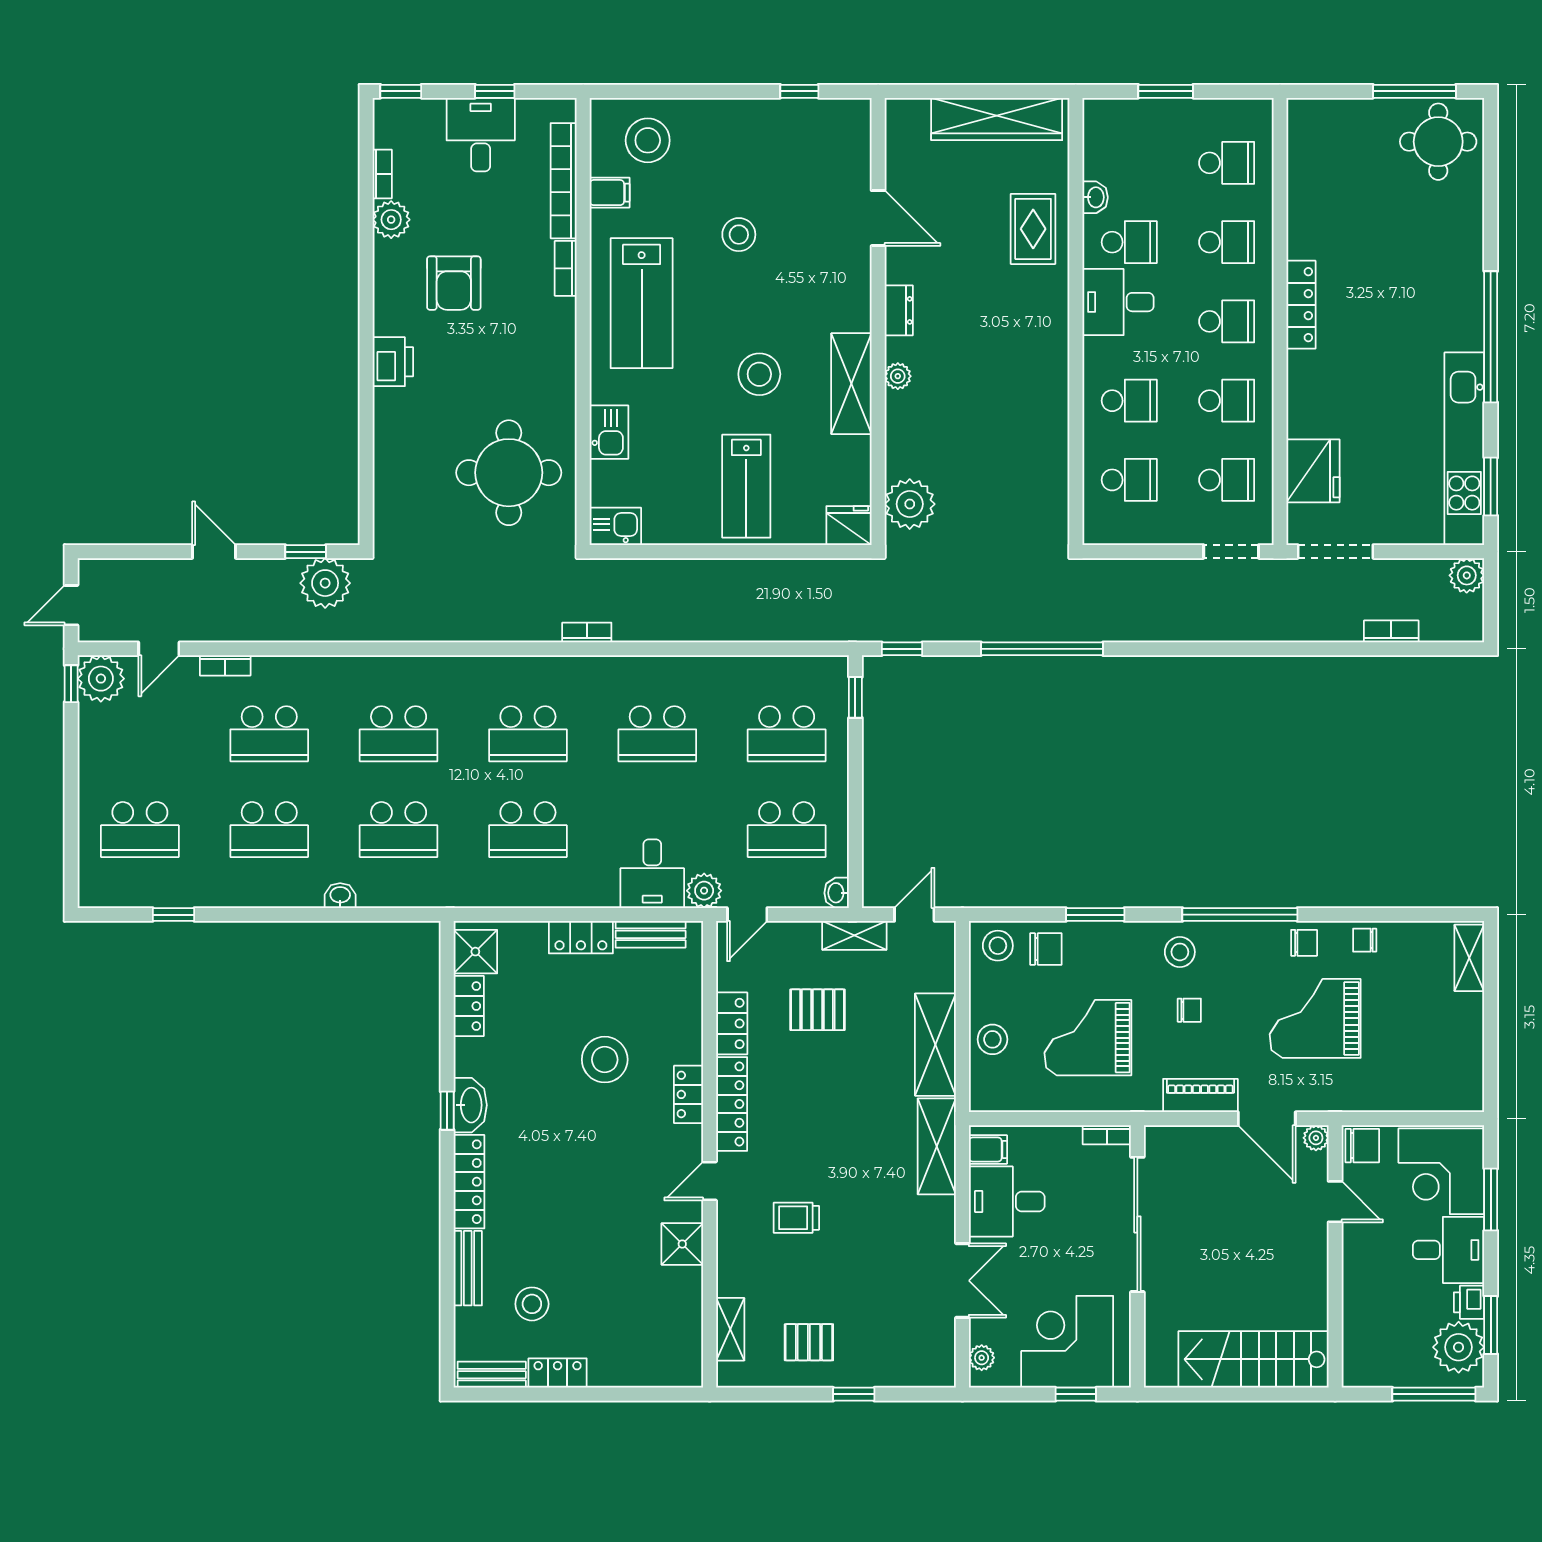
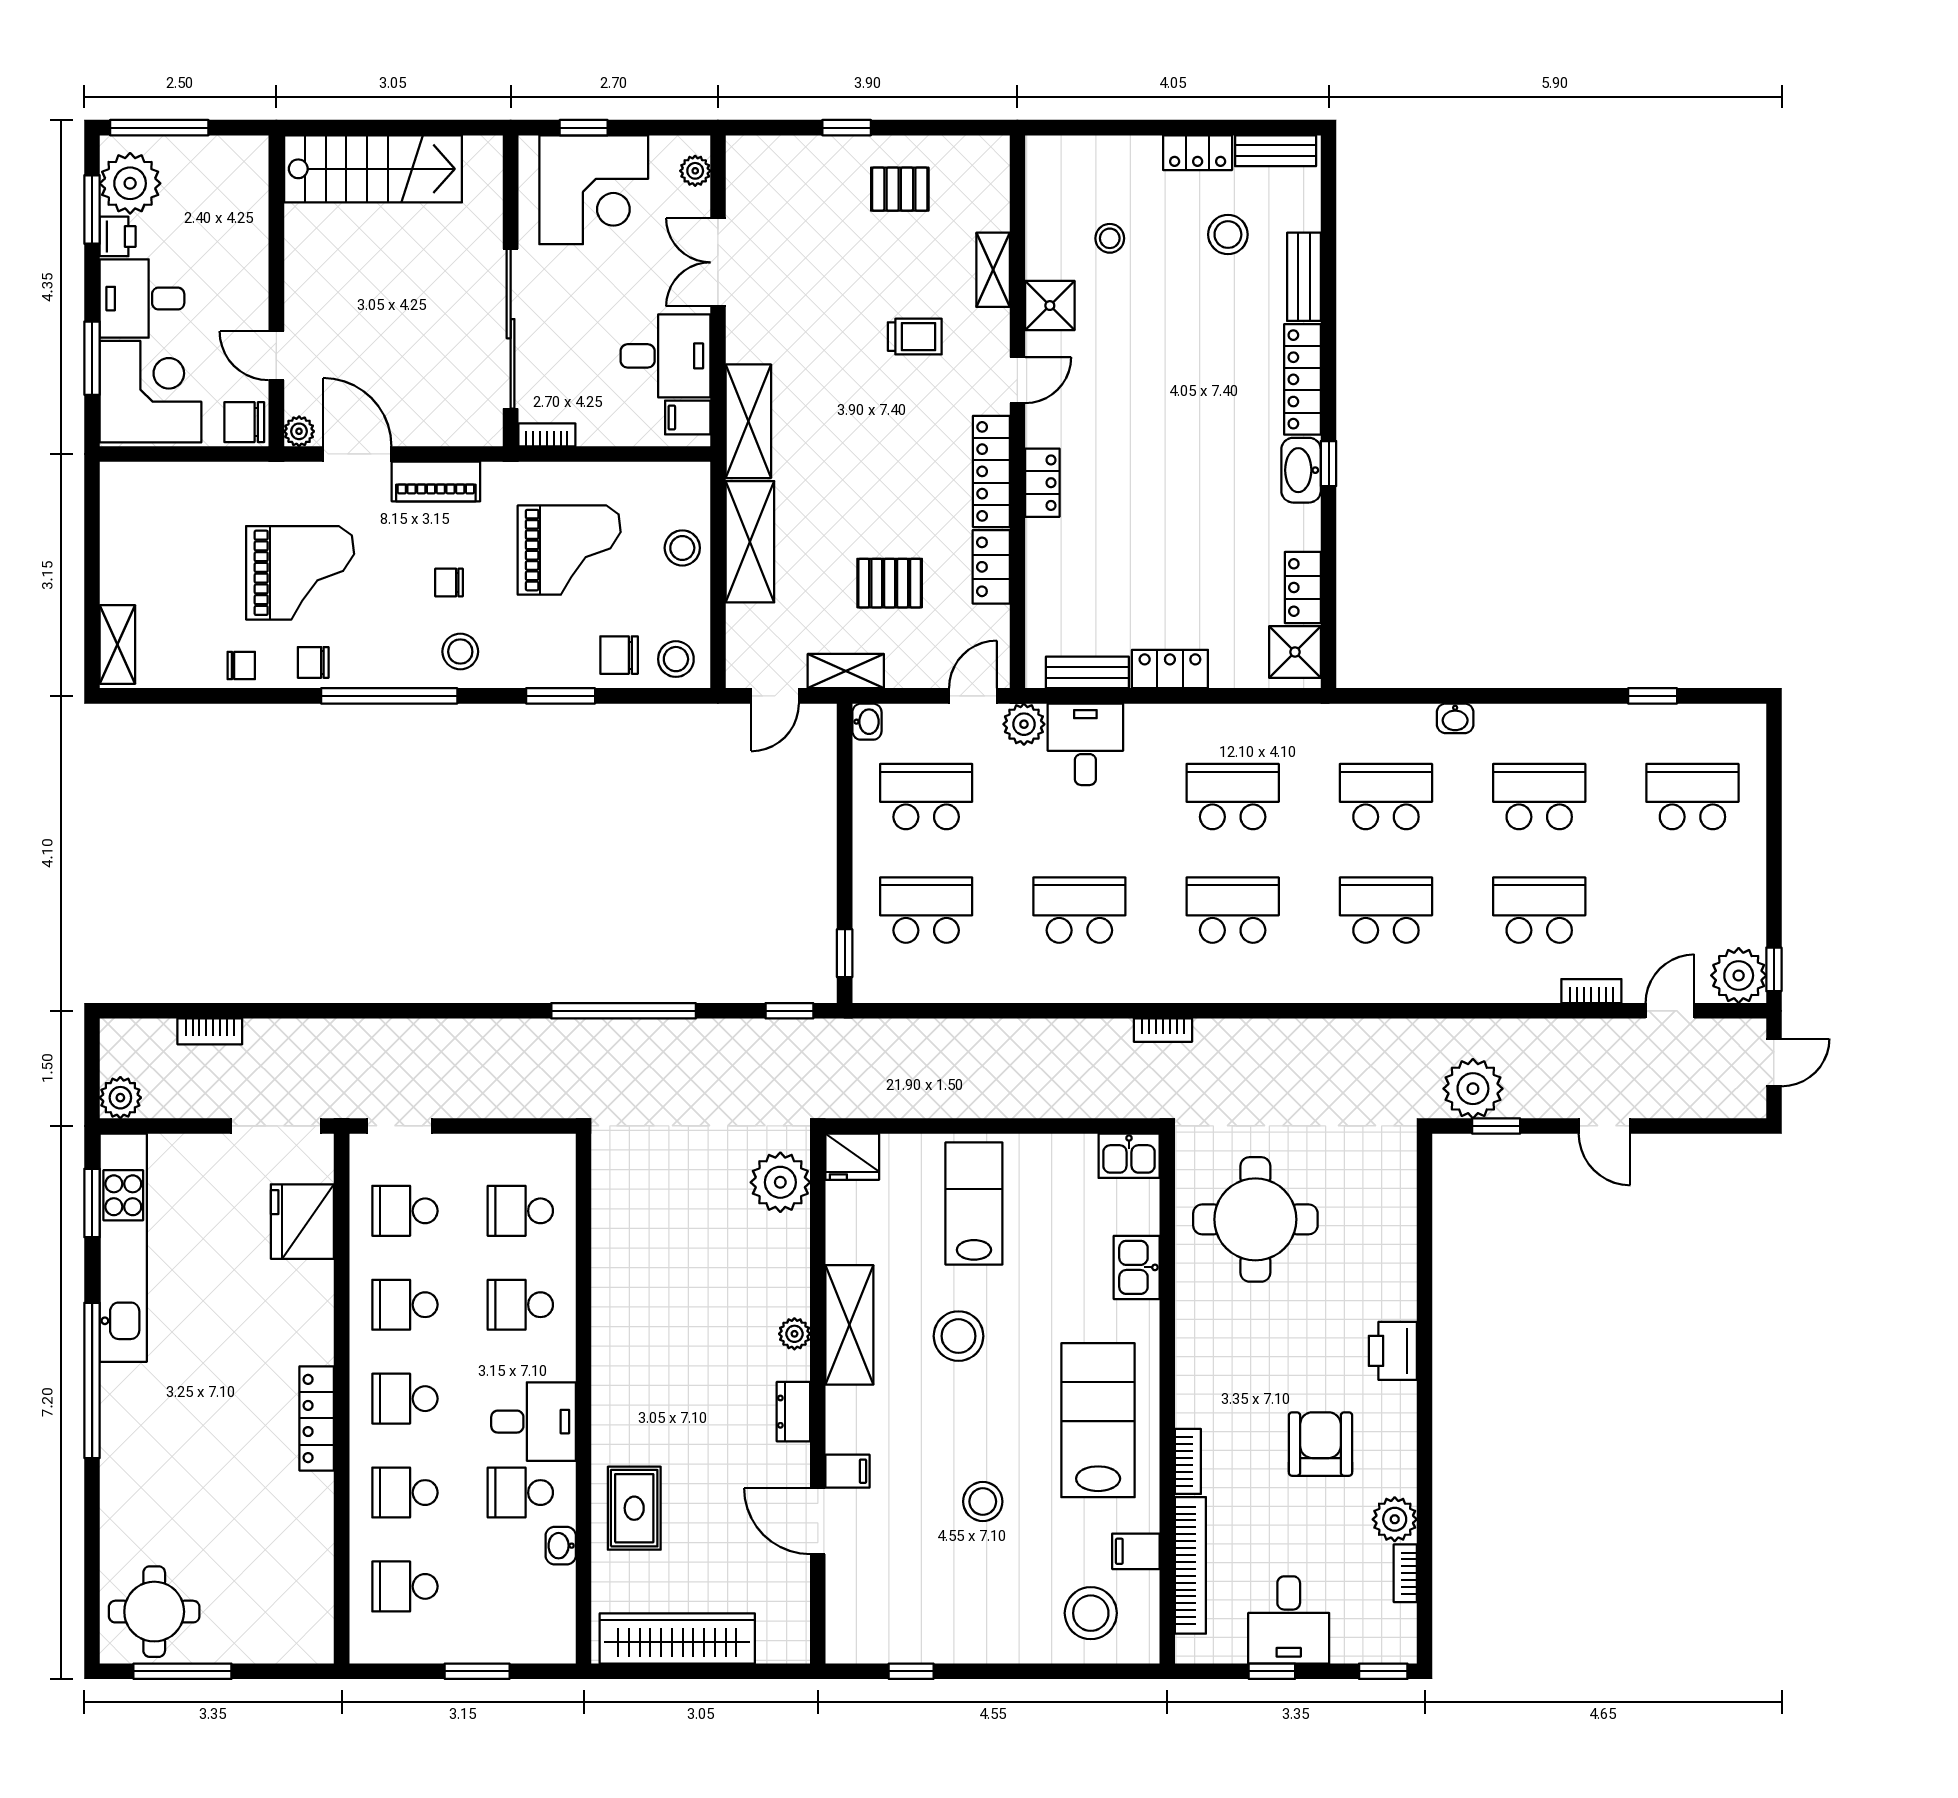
filing cabinet: (853, 260) -> (848, 1471), added
stool: (605, 1060) -> (1110, 238), moved, width x0.53, depth x0.53
shelving: (730, 1329) -> (993, 270), moved

